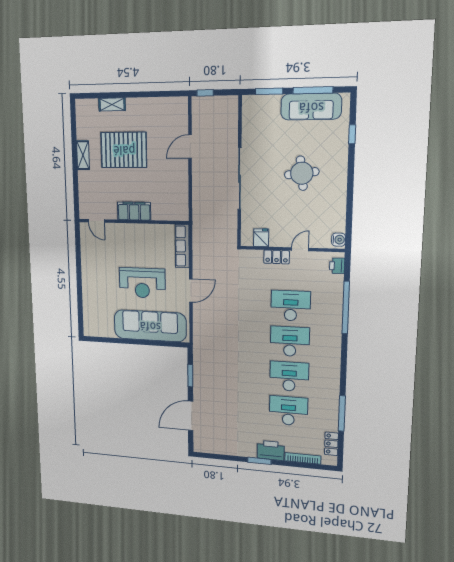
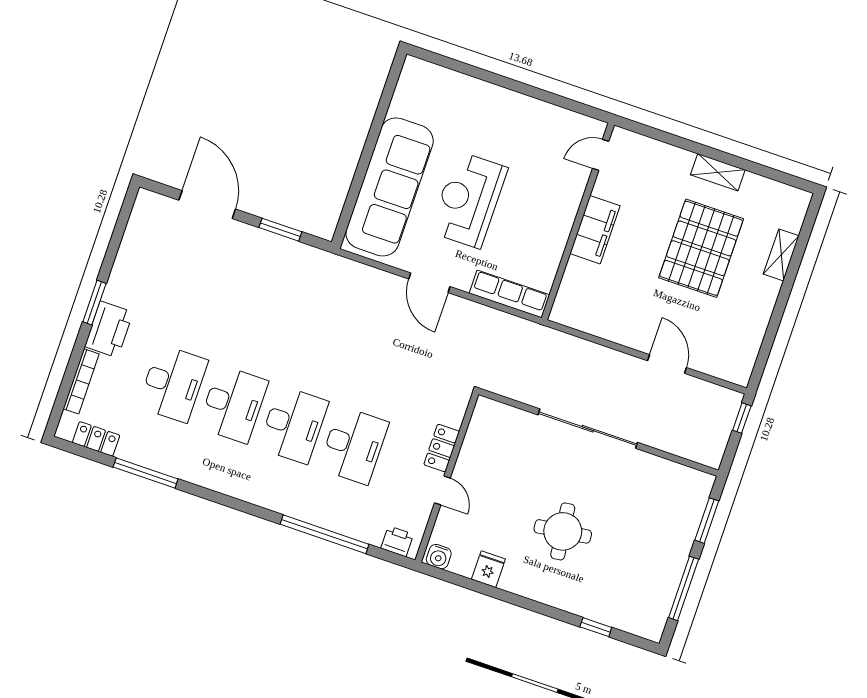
sofa: (311, 107) -> (660, 578), removed
fridge: (261, 238) -> (488, 569), moved, turned -90

